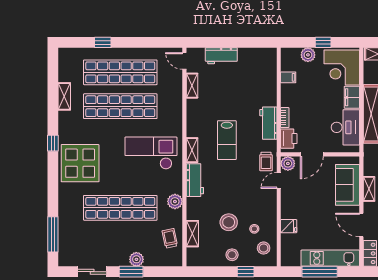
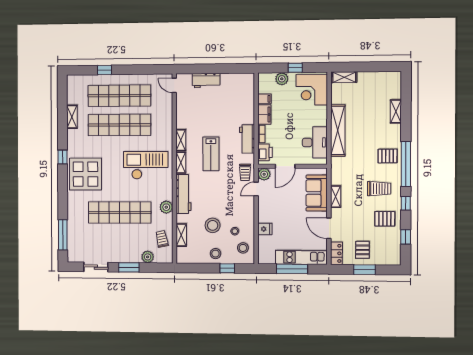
shelving: (192, 86) -> (181, 140), moved
filing cabinet: (352, 97) -> (264, 114), moved, turned 180
workbench: (195, 180) -> (183, 194), width x1.37
plant: (136, 259) -> (148, 257), moved

